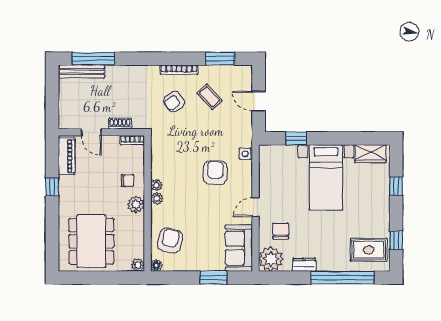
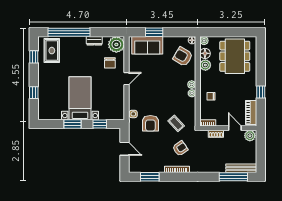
coffee table: (210, 97) -> (176, 123), moved
plant: (68, 121) -> (250, 136), added
window: (337, 138) -> (72, 124), added
wardrobe: (370, 154) -> (51, 114), removed
armchair: (215, 173) -> (150, 123), moved
plant: (136, 204) -> (205, 65), moved
armchair: (170, 241) -> (183, 57), turned 108
floor lamp: (136, 245) -> (205, 53), added
sofa: (239, 248) -> (147, 45), moved, turned 90
rug: (369, 250) -> (52, 51), turned 90

